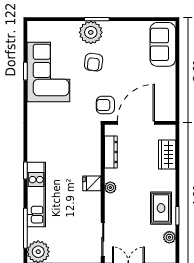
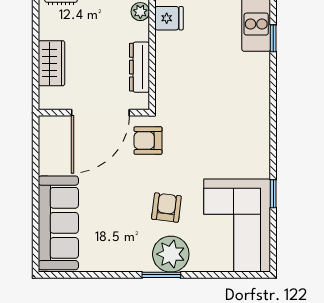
sofa: (163, 44) -> (58, 223), width x1.36
corner sofa: (48, 72) -> (237, 226), moved
armchair: (105, 105) -> (148, 141), turned 180

